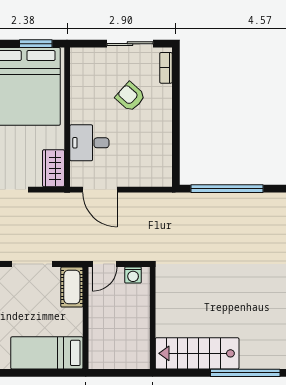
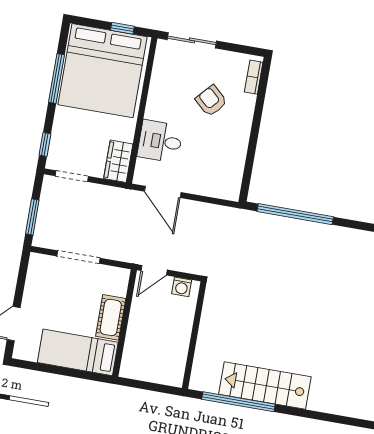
window: (36, 44) -> (122, 28), width x0.67
sliding door: (130, 44) -> (192, 40), moved
cot: (72, 287) -> (111, 317), moved
stairs: (197, 353) -> (265, 386), moved
window: (245, 373) -> (238, 402), moved

